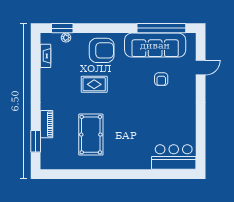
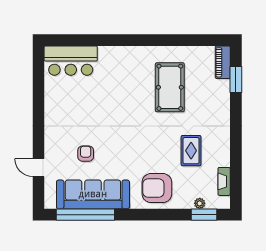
door: (201, 67) -> (38, 168), hinge flipped
rug: (94, 84) -> (191, 151), moved, turned 90
piano: (47, 124) -> (223, 62), moved

